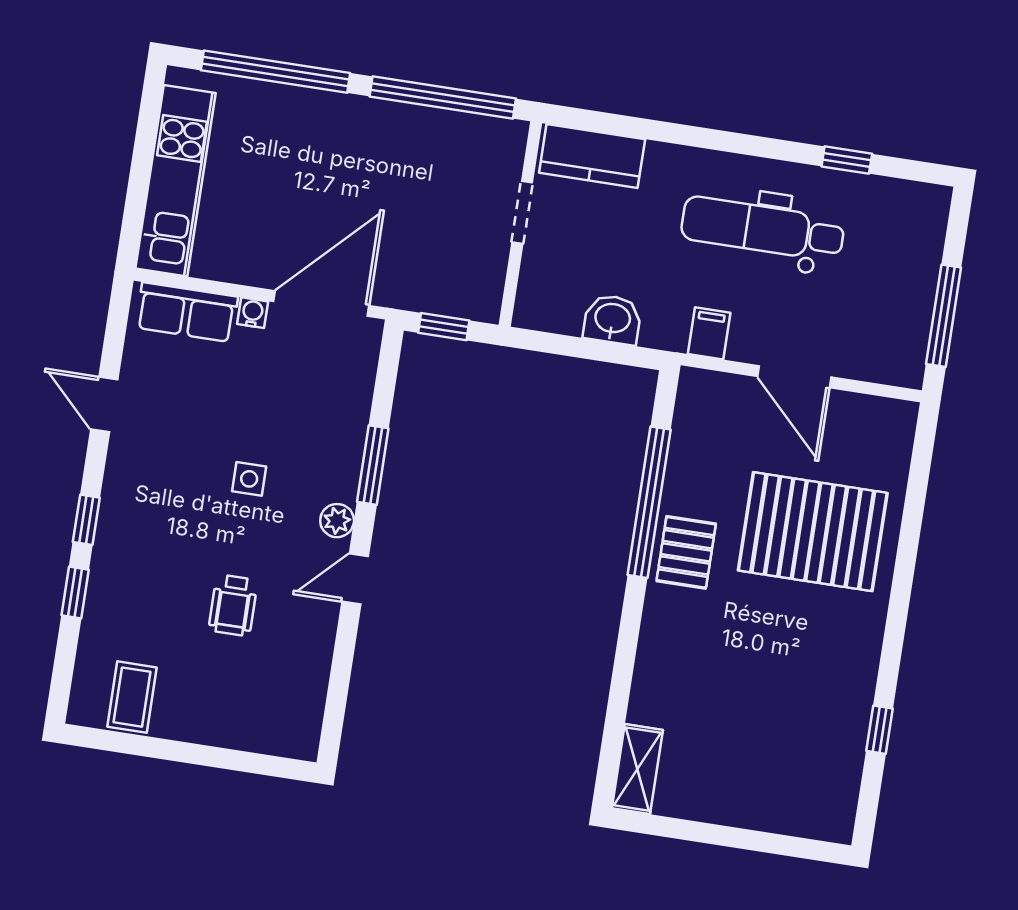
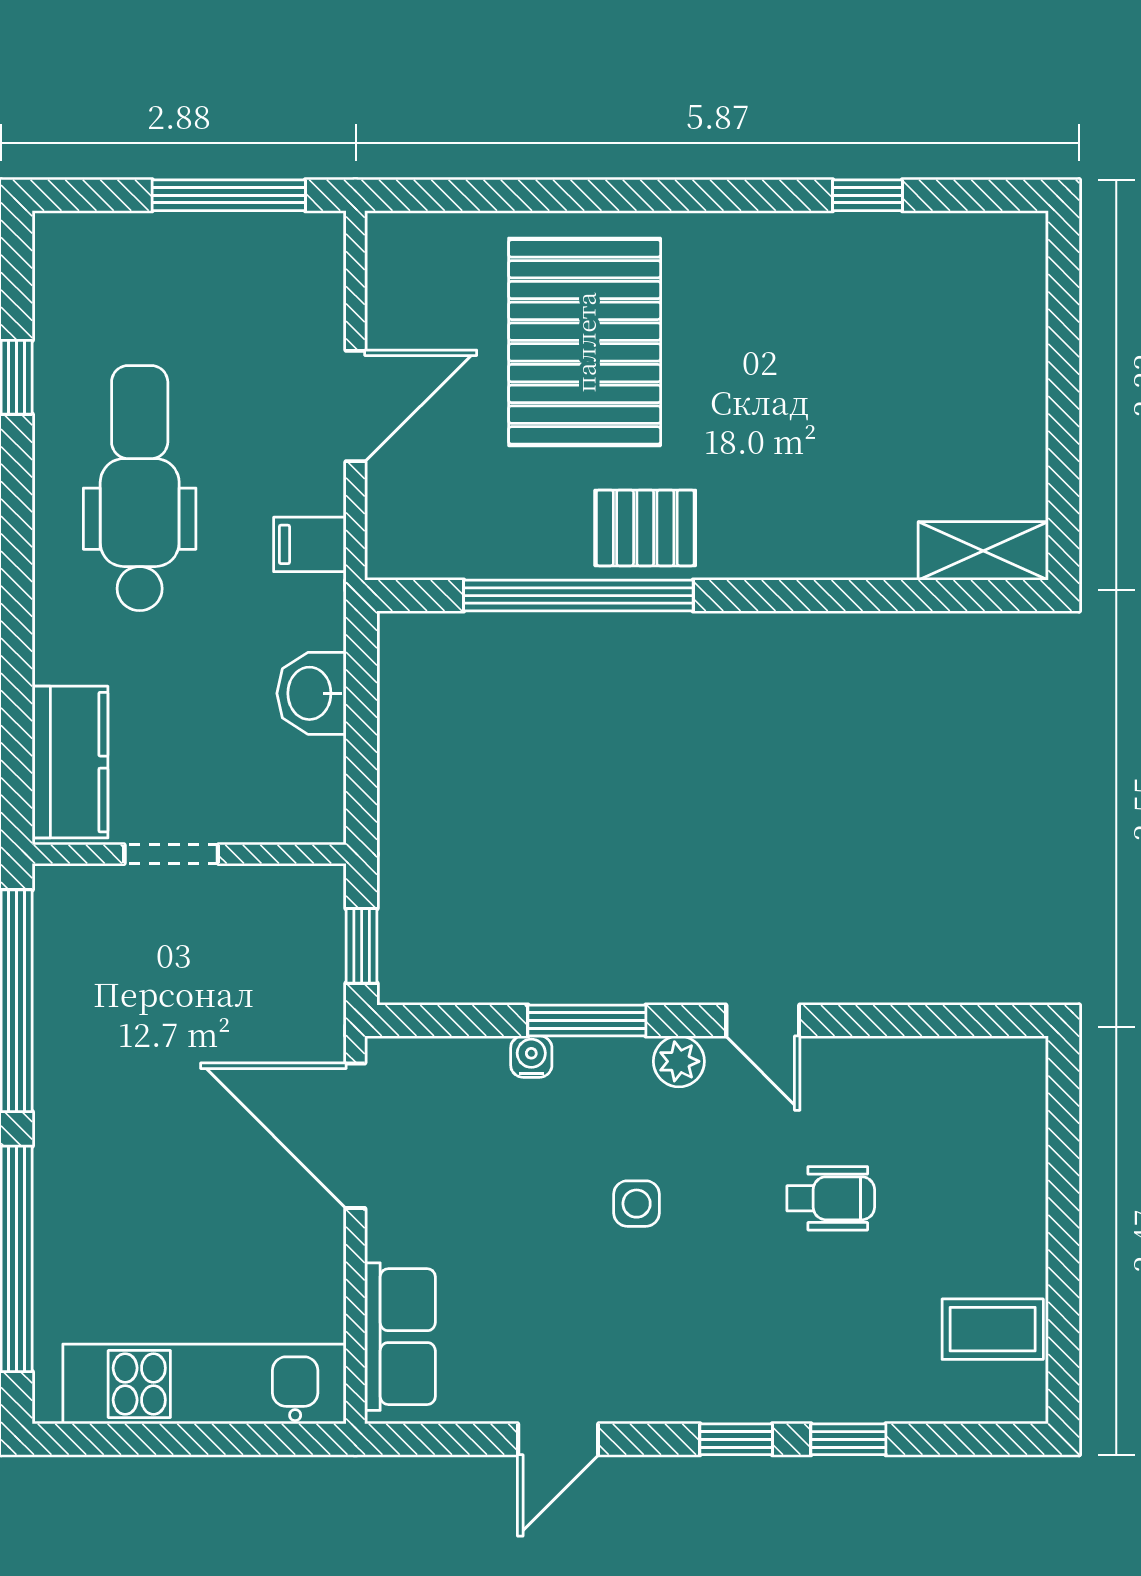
dental chair: (763, 229) -> (140, 488), turned 180
water cooler: (253, 313) -> (531, 1057), moved, turned 90

